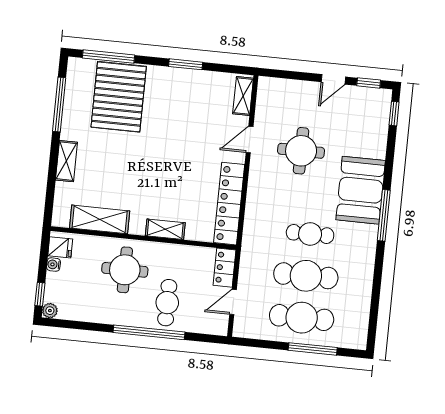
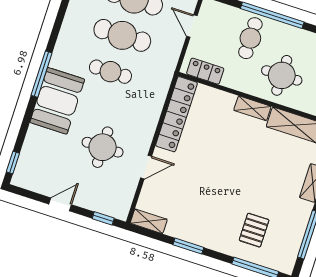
window: (369, 83) -> (103, 218), moved
shelving: (243, 96) -> (149, 221), moved, turned 90
pallet: (119, 97) -> (254, 230), width x0.49, depth x0.50
shelving: (165, 229) -> (252, 108), moved
locker: (225, 268) -> (205, 71), moved, turned -90
door: (233, 302) -> (192, 26), swing flipped

